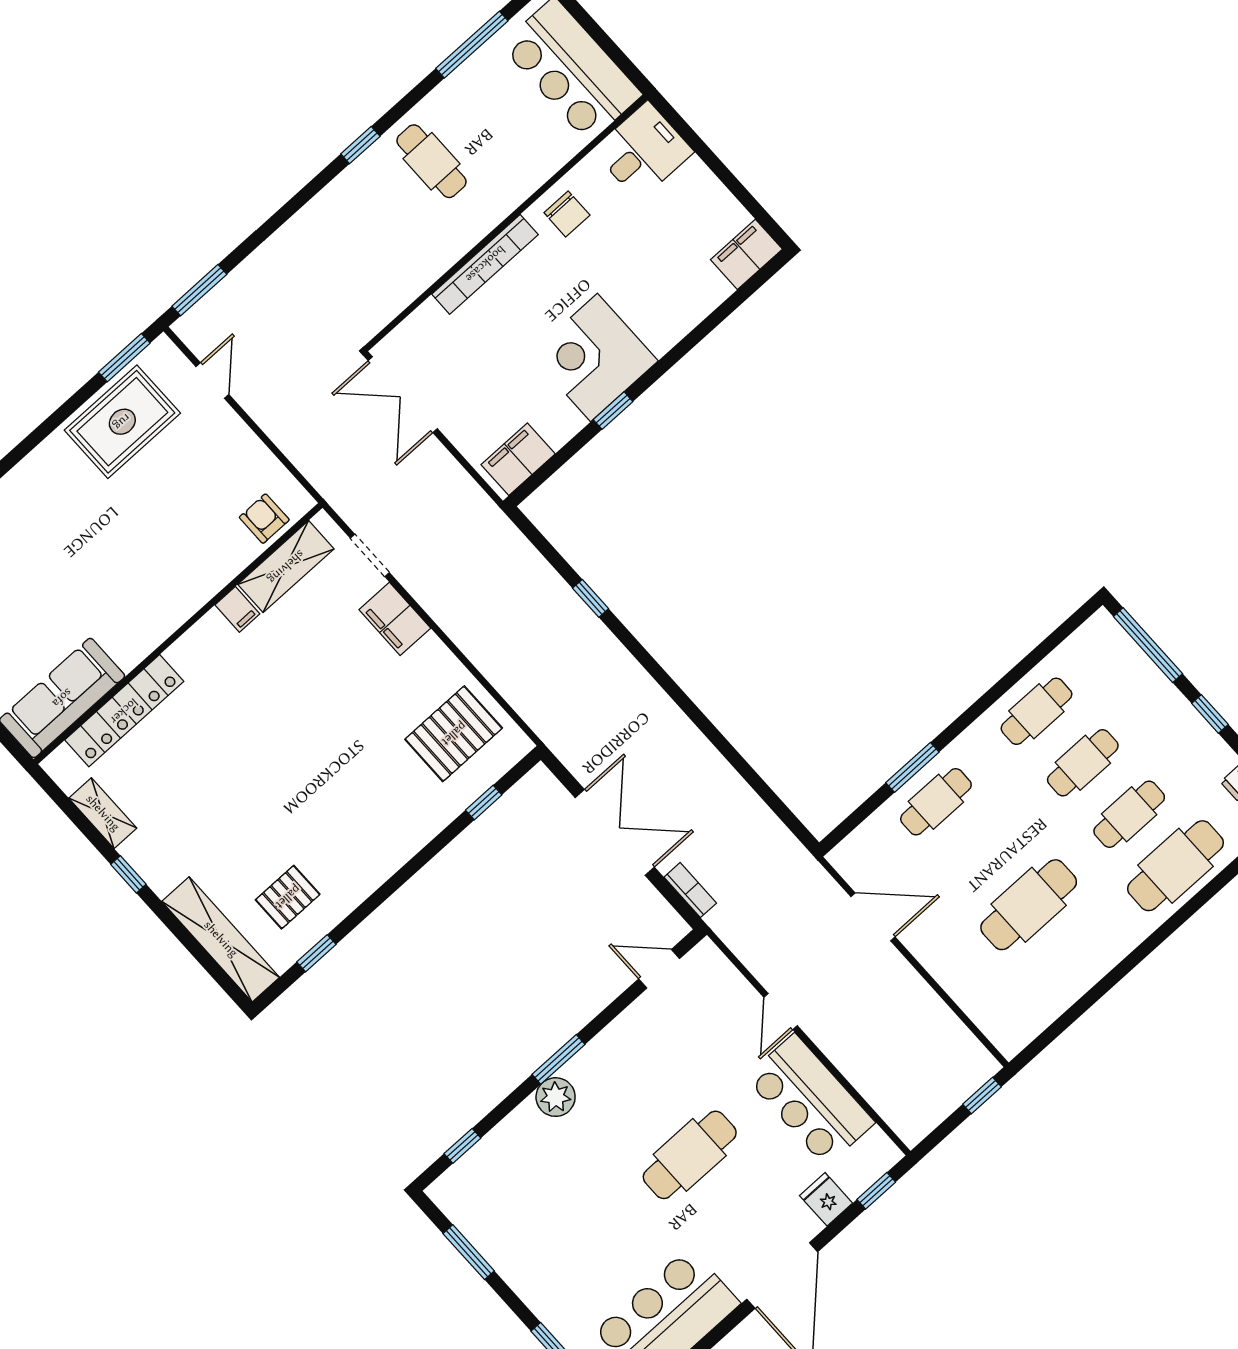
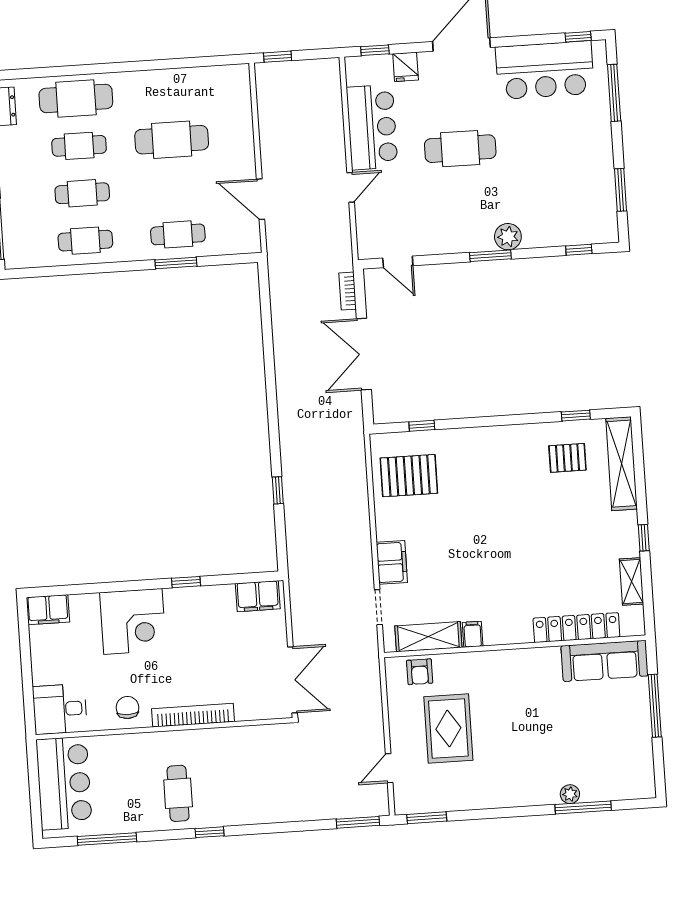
corner desk: (594, 358) -> (133, 621), moved
rug: (122, 422) -> (448, 729), moved, turned 90

